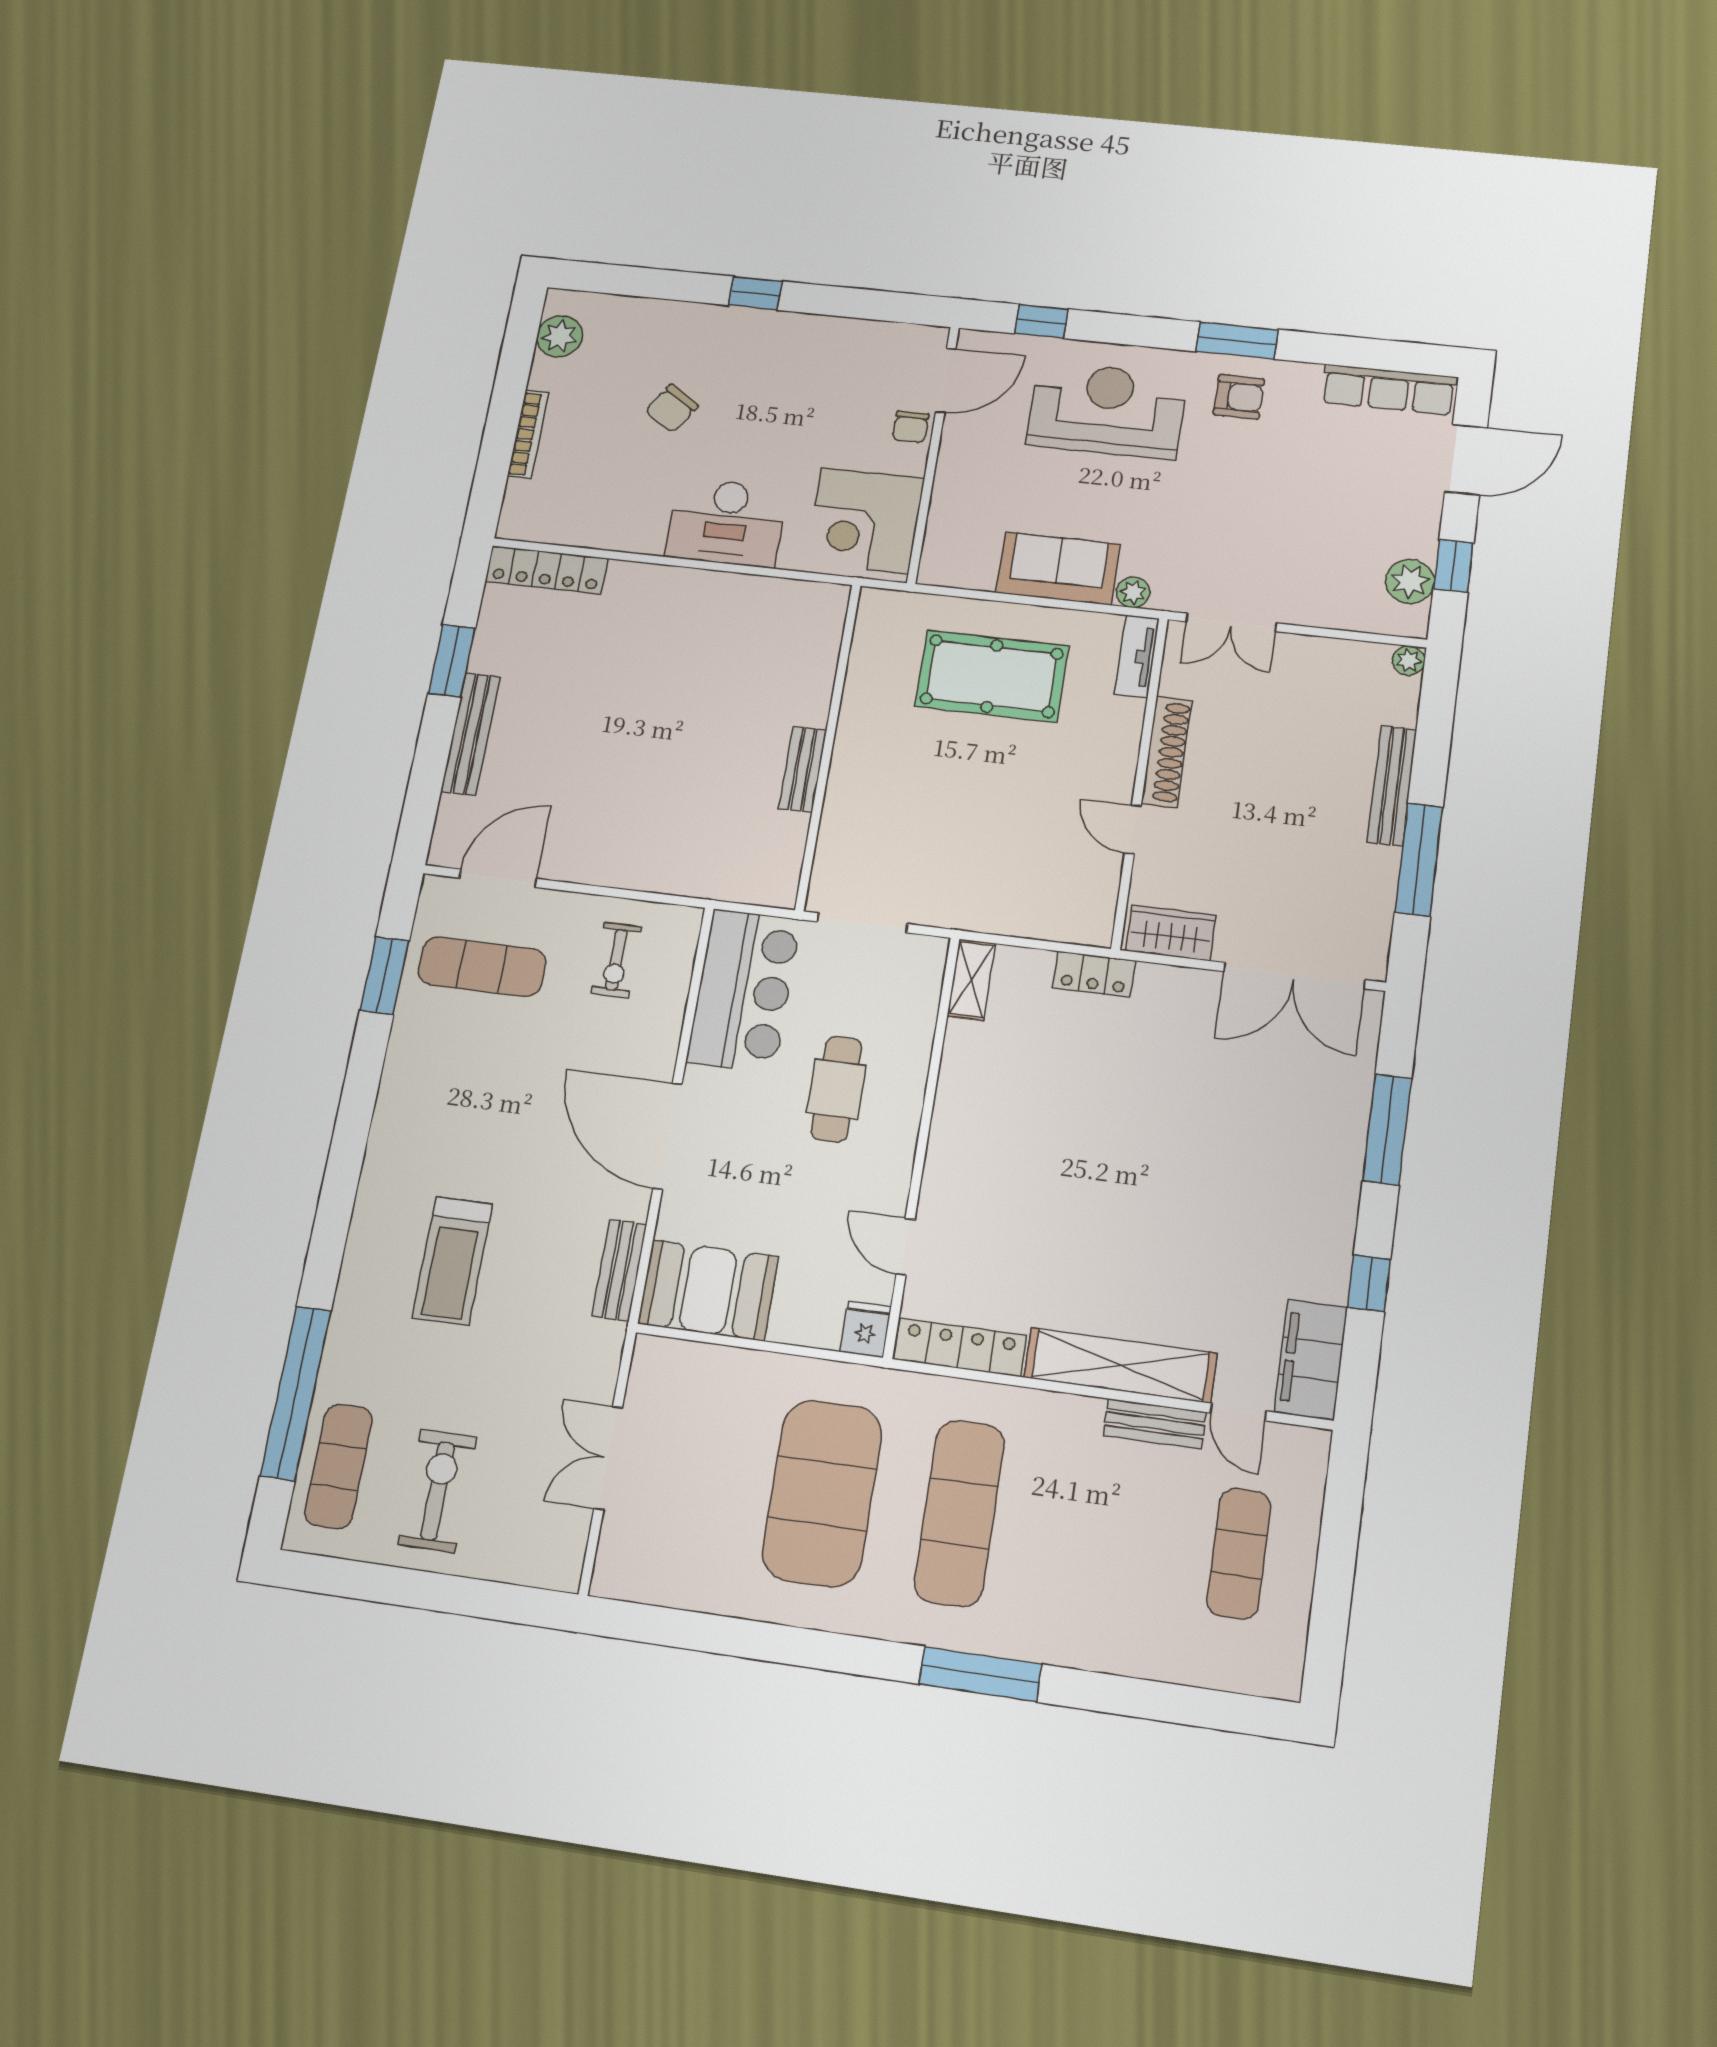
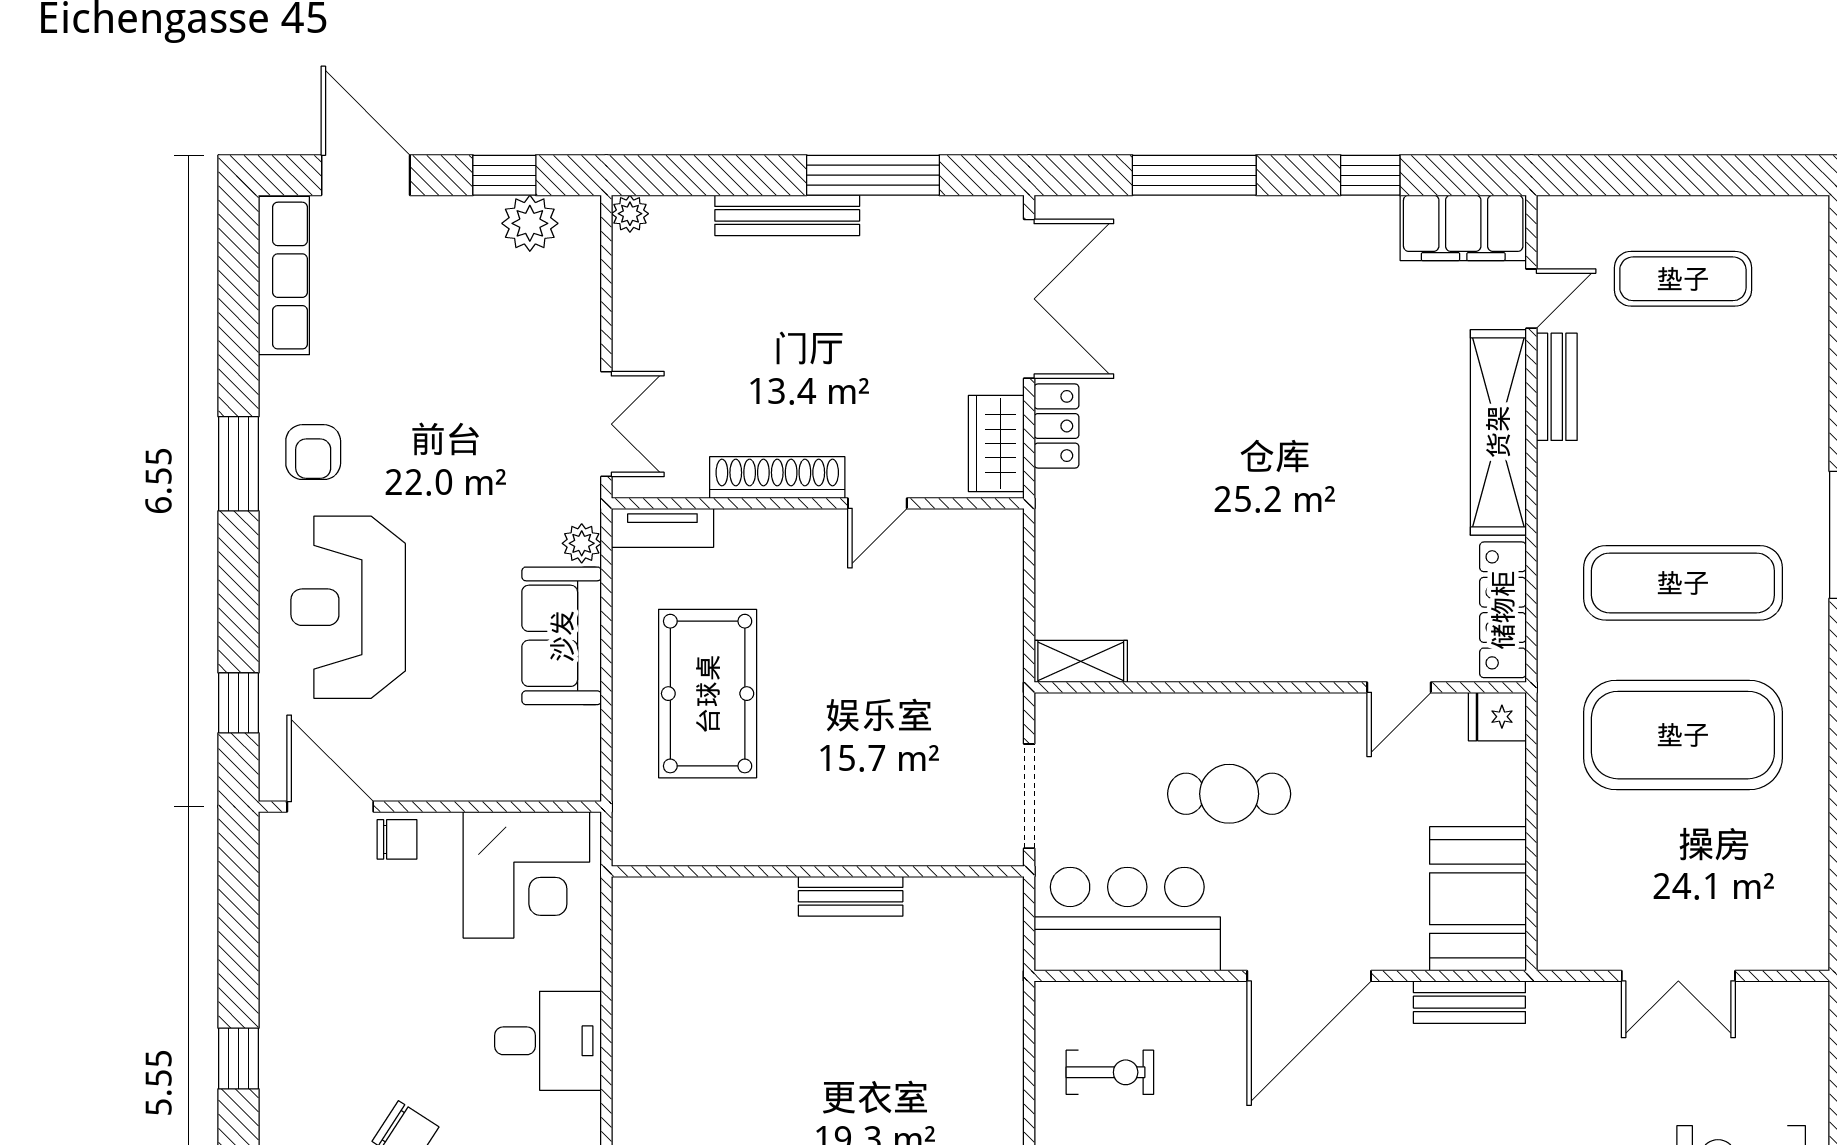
armchair: (1239, 397) -> (313, 452), turned 180
desk: (726, 522) -> (548, 1041), width x0.73
locker: (1094, 974) -> (1056, 426), moved

